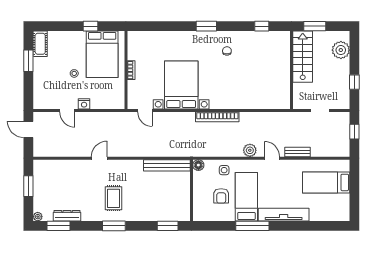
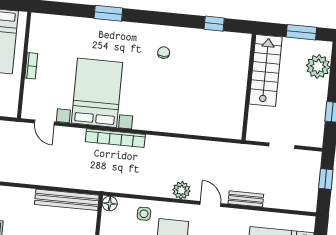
window: (206, 26) -> (108, 13), moved
window: (315, 26) -> (301, 32), moved
bookcase: (217, 117) -> (115, 138), moved

